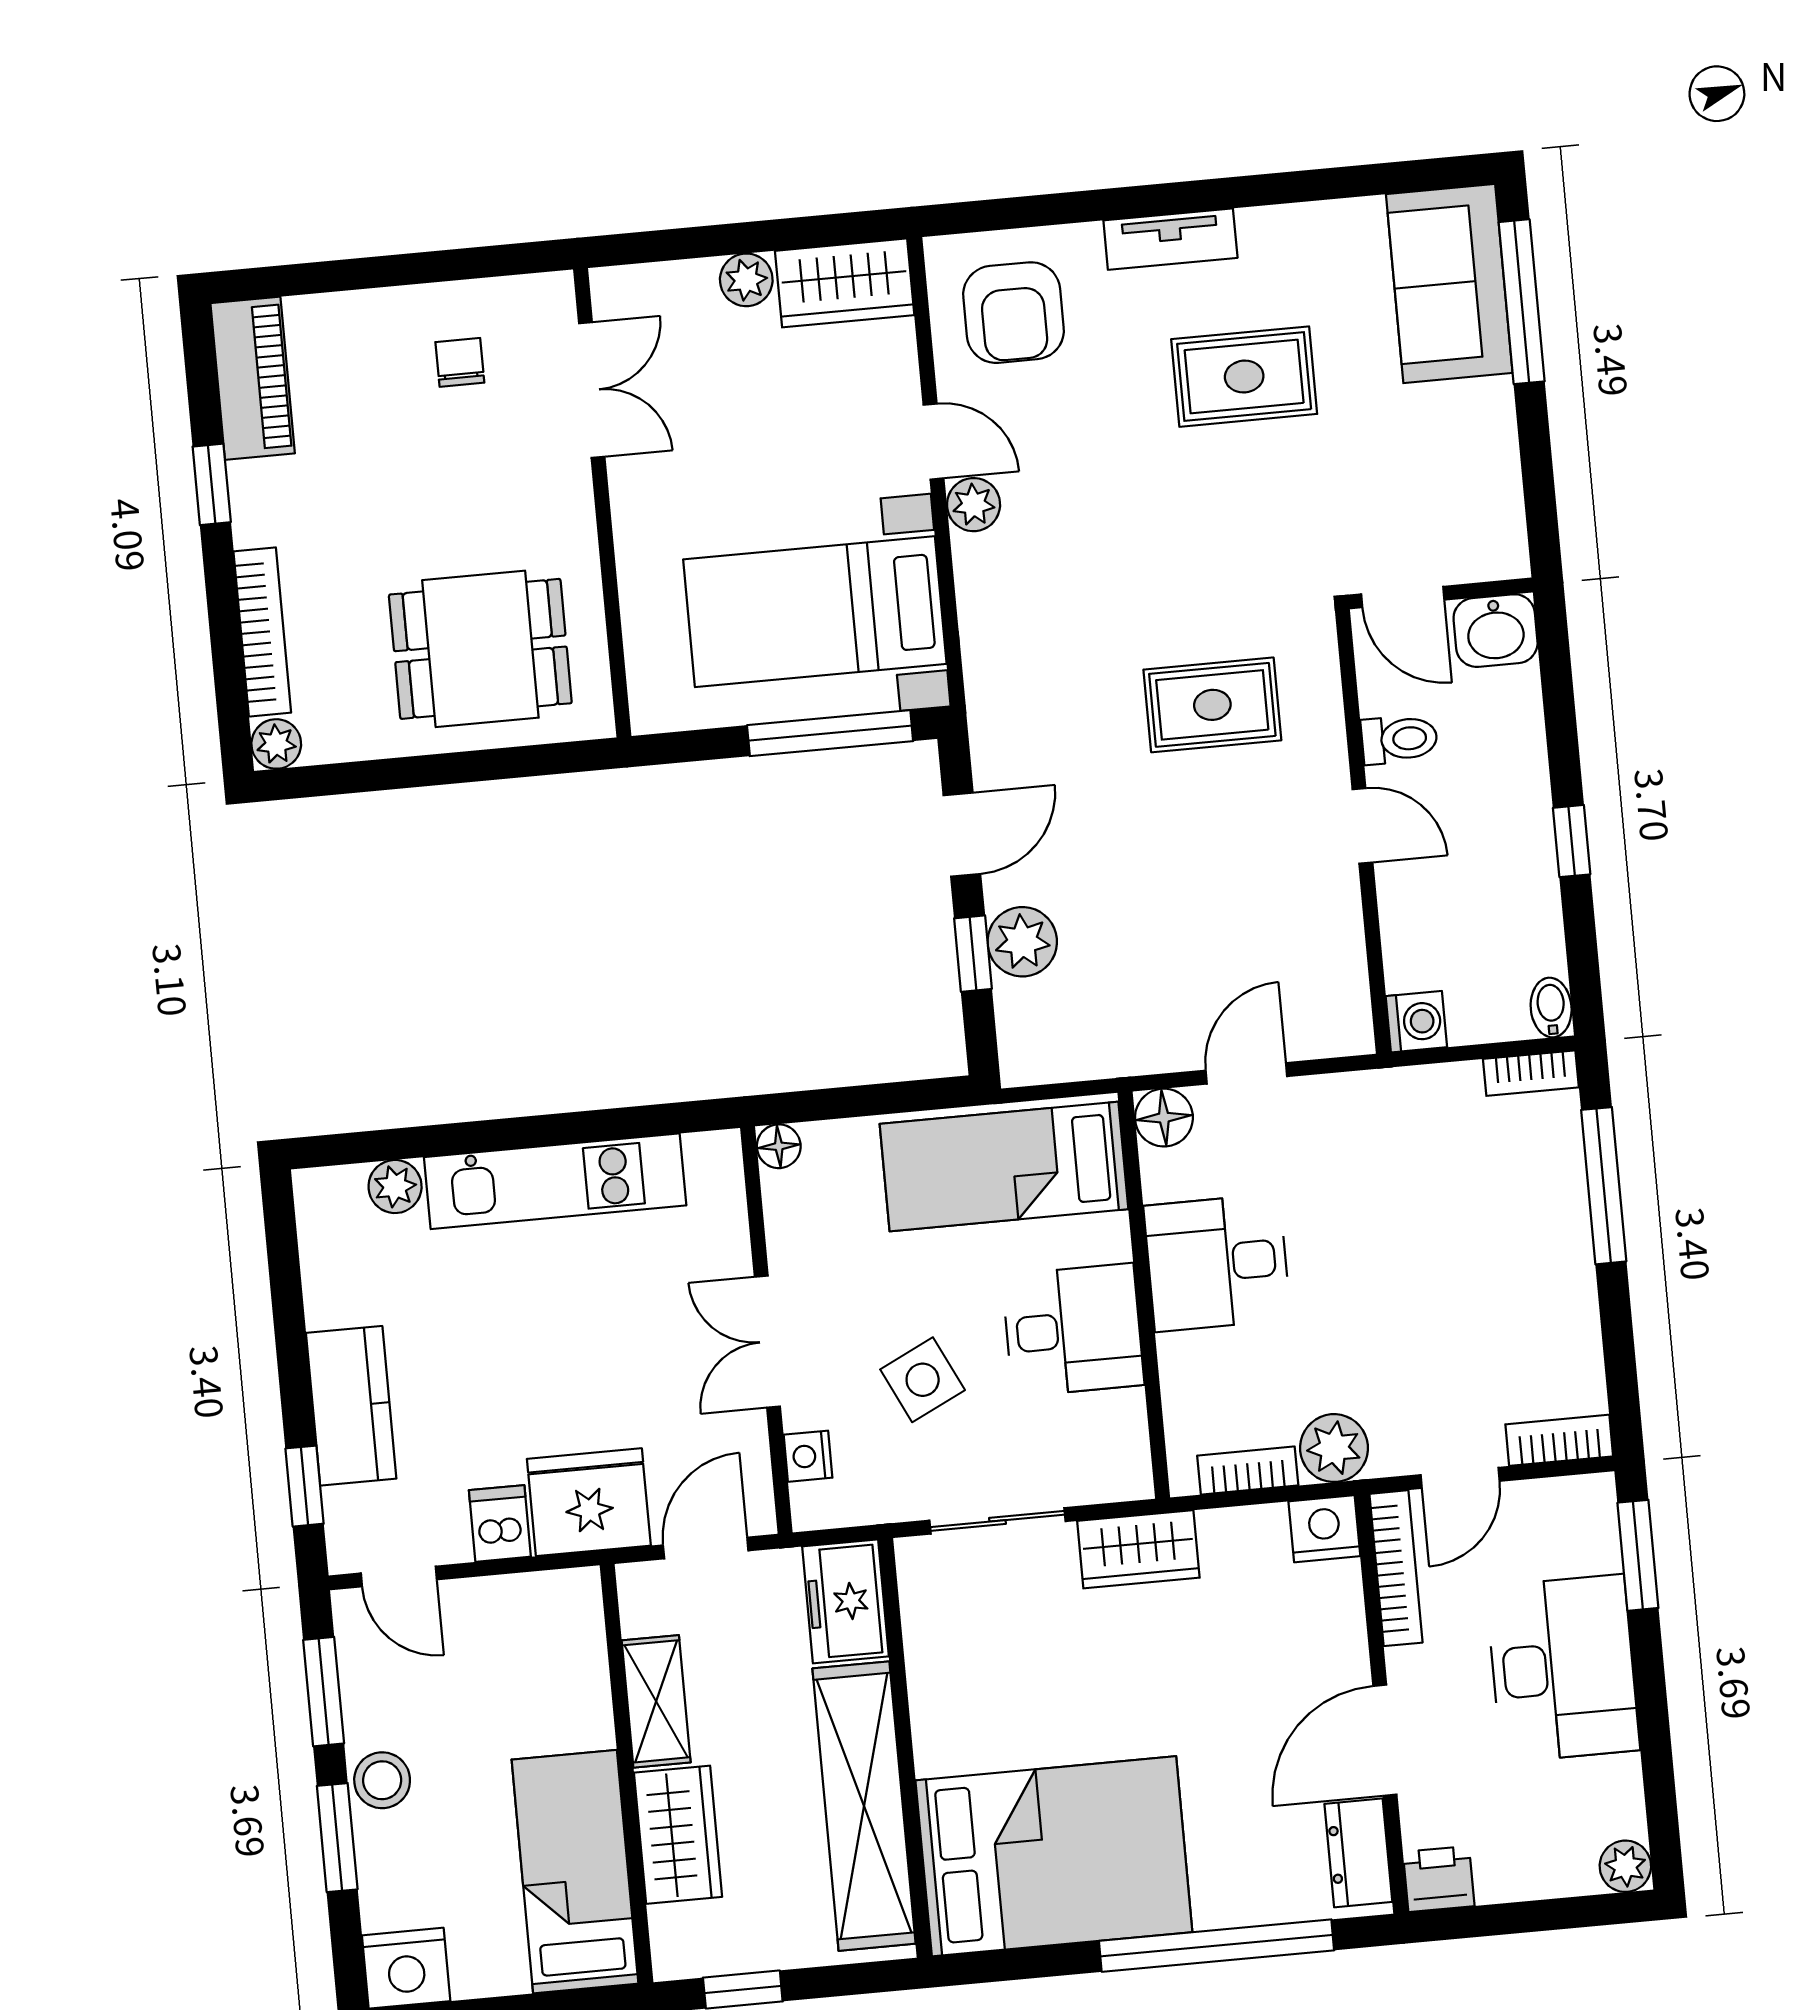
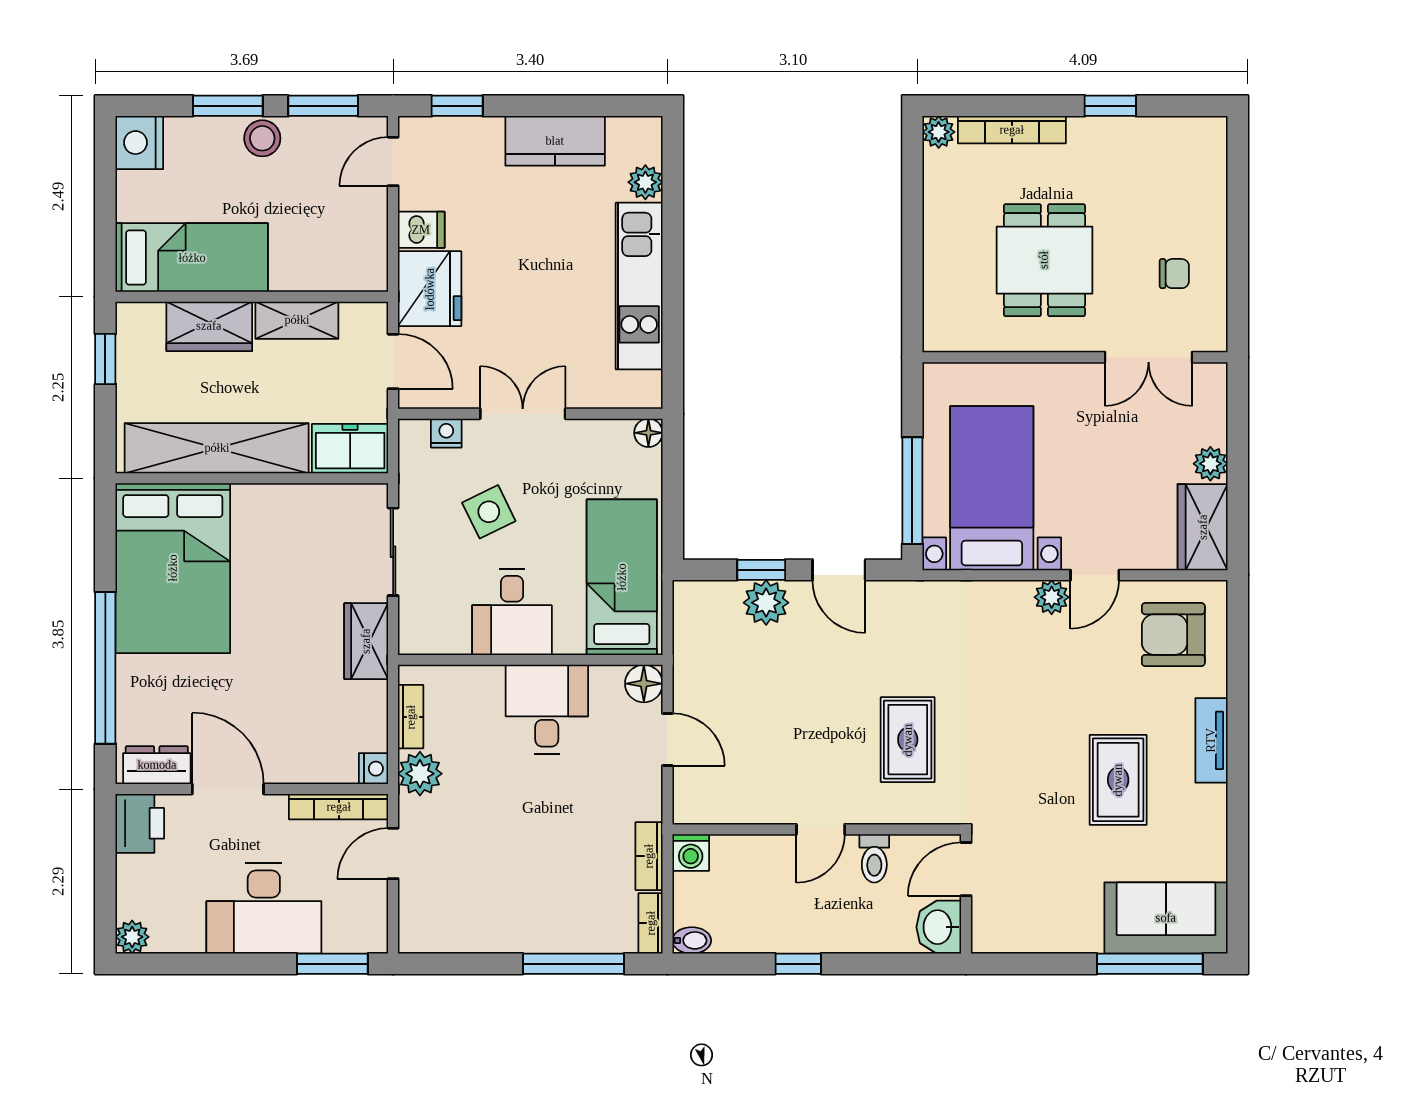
piano: (253, 378) -> (1177, 139), removed
dining table: (480, 649) -> (1044, 260), moved
kitchen counter: (351, 1406) -> (555, 141), moved
bookcase: (1559, 1440) -> (649, 856), moved, turned 180
door: (1460, 1478) -> (393, 853), hinge flipped
nightstand: (1324, 1529) -> (374, 769), width x0.72, depth x0.74
printer: (1439, 1879) -> (140, 823), width x1.36, depth x1.24

